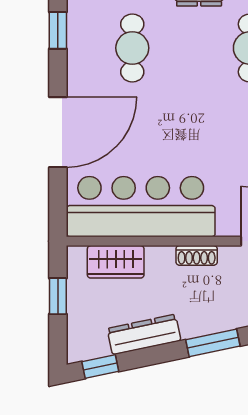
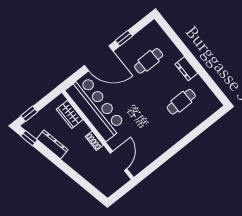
window: (58, 30) -> (124, 38), moved
window: (58, 296) -> (29, 114), moved
window: (213, 343) -> (68, 171), removed

